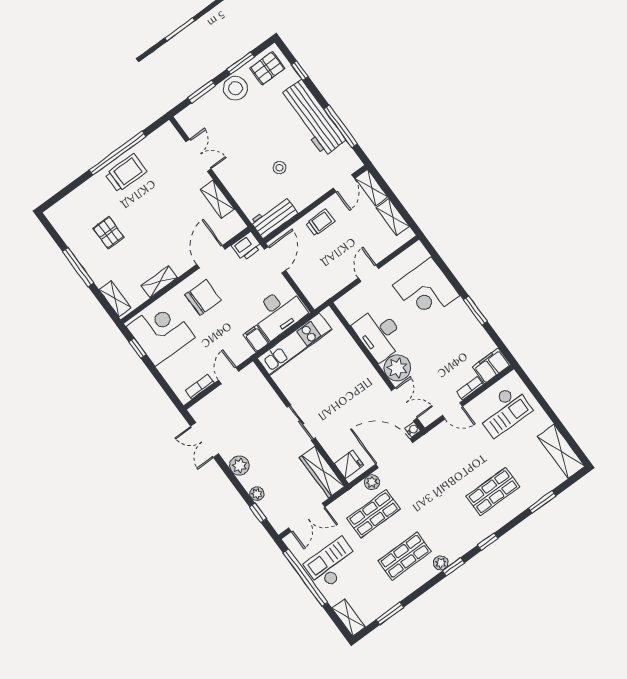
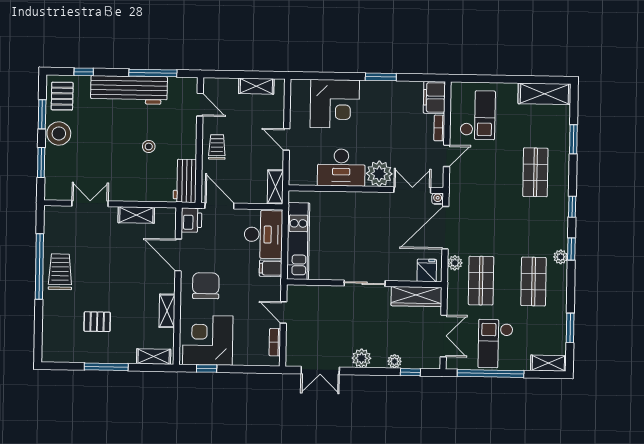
shelving: (371, 188) -> (275, 187), moved, turned 90

